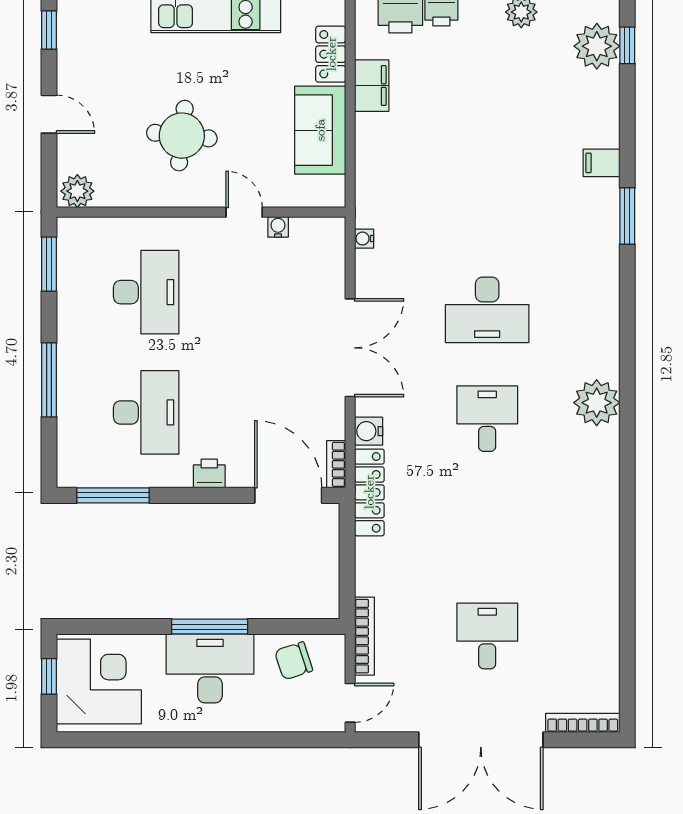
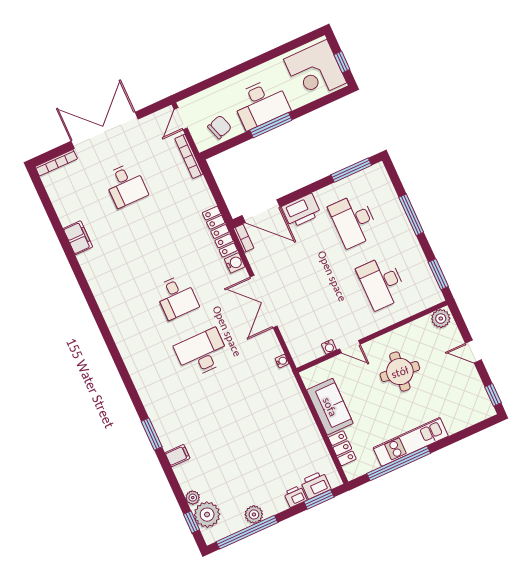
filing cabinet: (372, 86) -> (78, 238), moved, turned 180
plant: (597, 403) -> (193, 498), moved, width x0.53, depth x0.53
printer: (209, 474) -> (301, 211), width x1.87, depth x1.48

